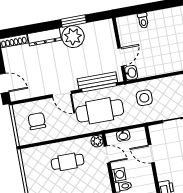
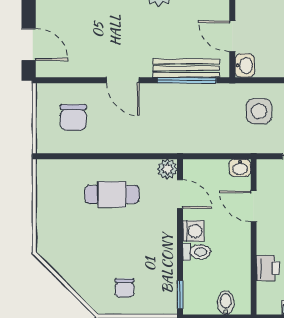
door: (121, 57) -> (232, 36), swing flipped
cafe table: (100, 111) -> (181, 119), removed
chair: (37, 121) -> (73, 117), turned 180
washbasin: (123, 136) -> (240, 168), moved

